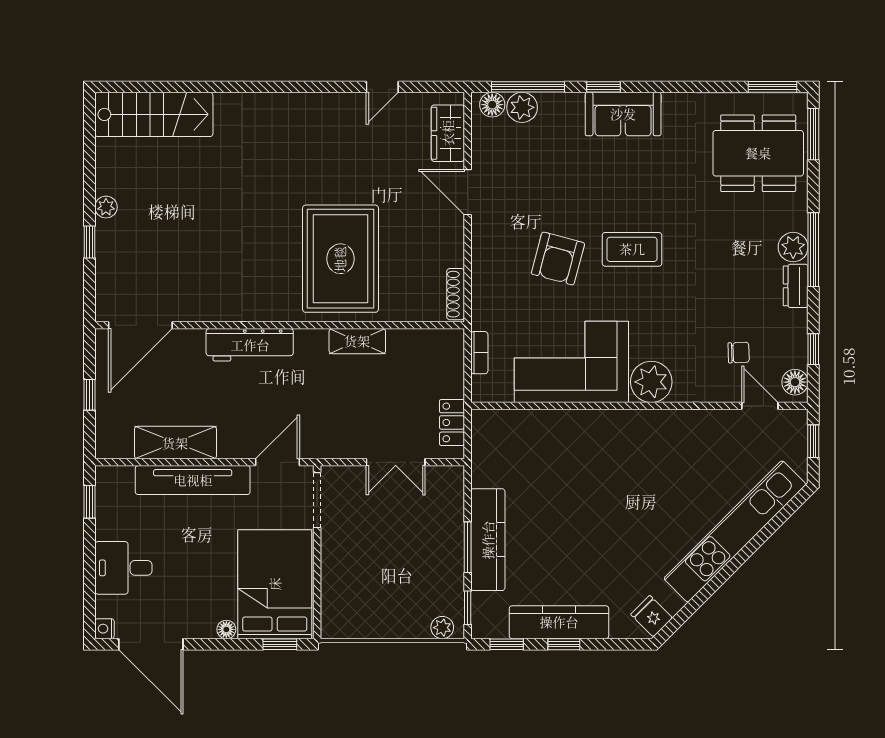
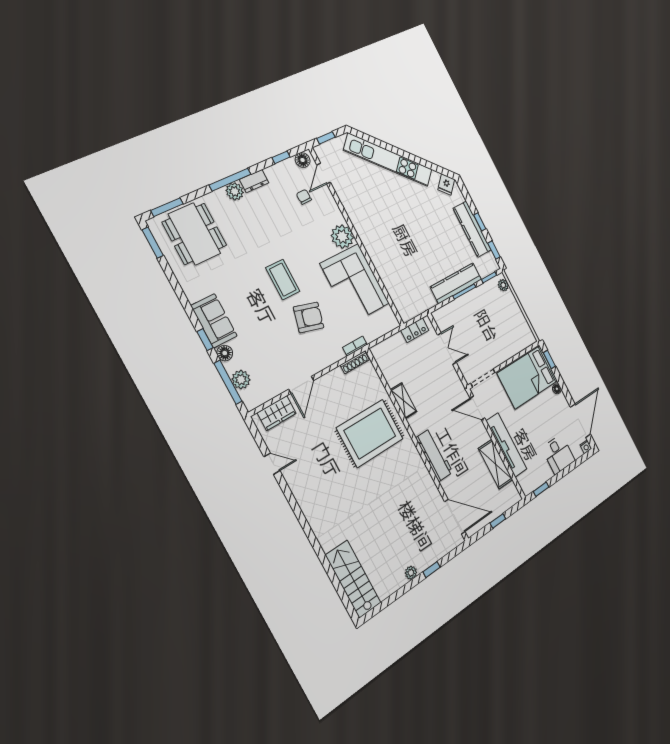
floor lamp: (492, 105) -> (225, 353), moved
bookcase: (479, 353) -> (355, 346), moved

